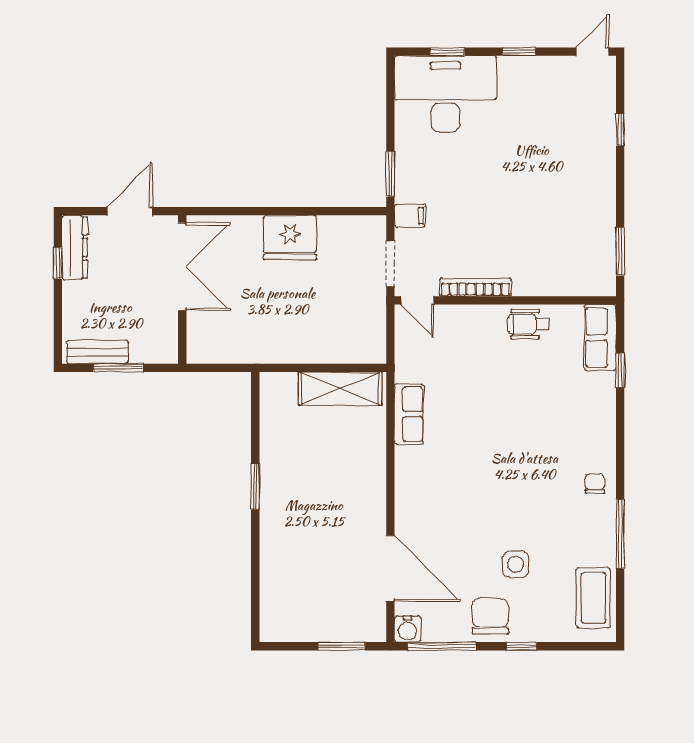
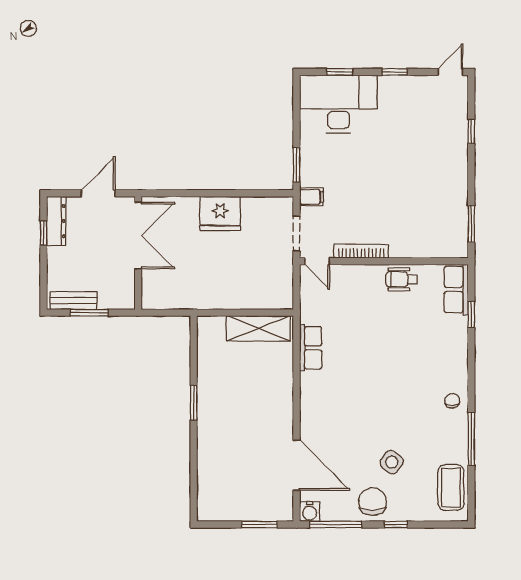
side table: (515, 564) -> (392, 462), turned 37

